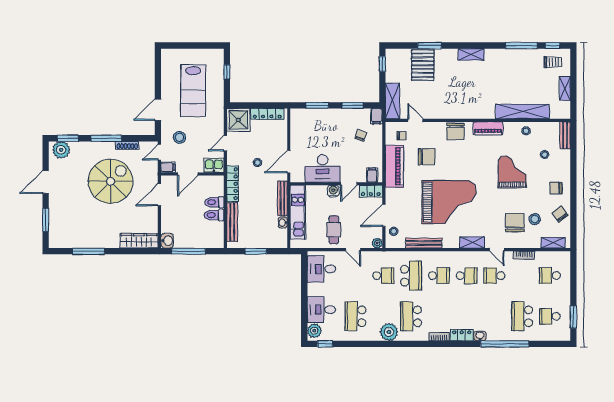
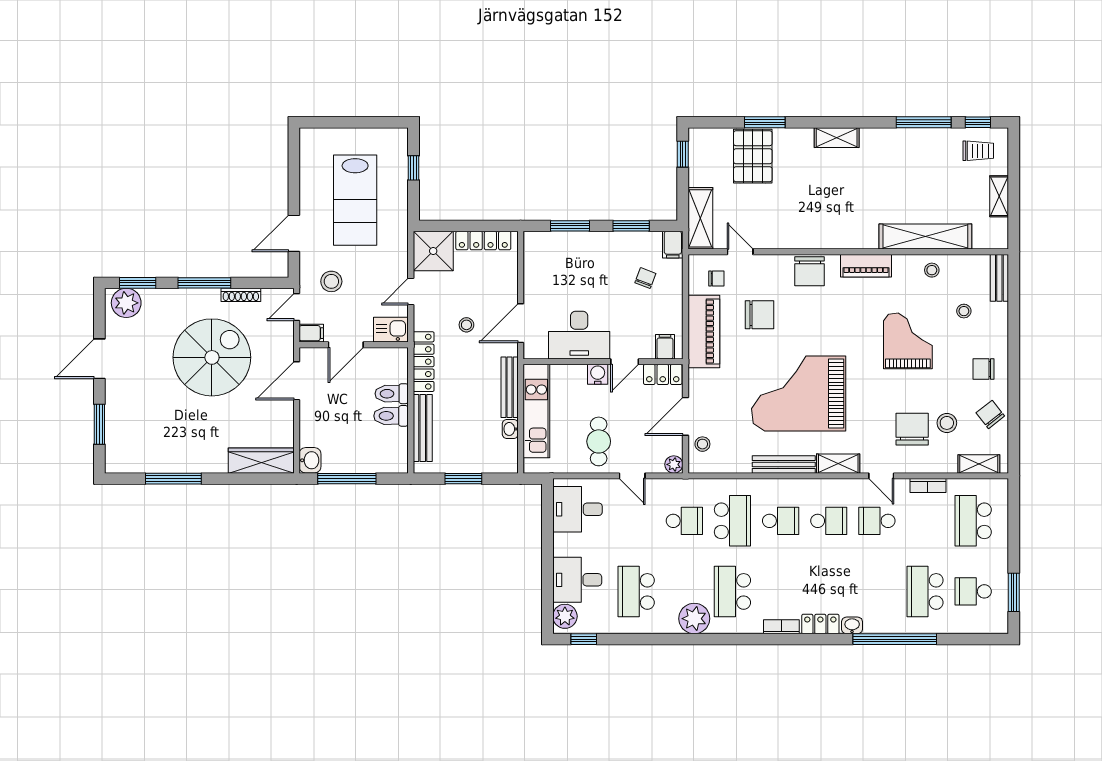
grand piano: (449, 202) -> (799, 394), turned 180
bench: (424, 243) -> (784, 465), moved
school desk: (550, 276) -> (973, 521), width x1.85

